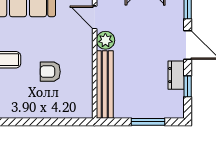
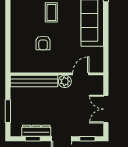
armchair: (50, 72) -> (43, 43), turned 180
dresser: (176, 75) -> (36, 131), width x1.44

